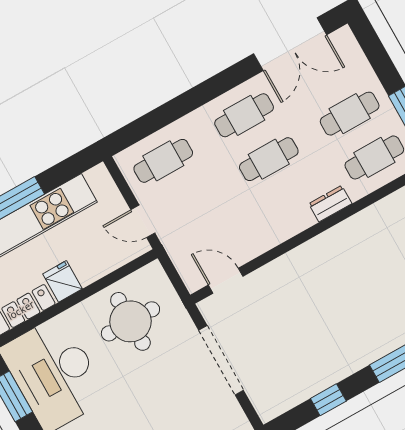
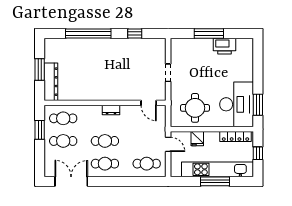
dresser: (330, 204) -> (111, 110), moved
fridge: (62, 281) -> (197, 139), moved
doorway: (221, 360) -> (168, 73), width x0.53

